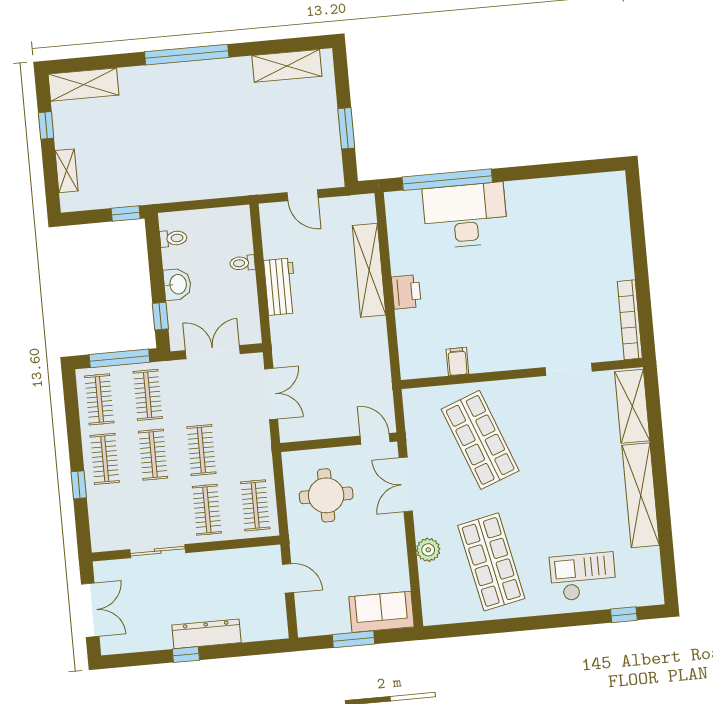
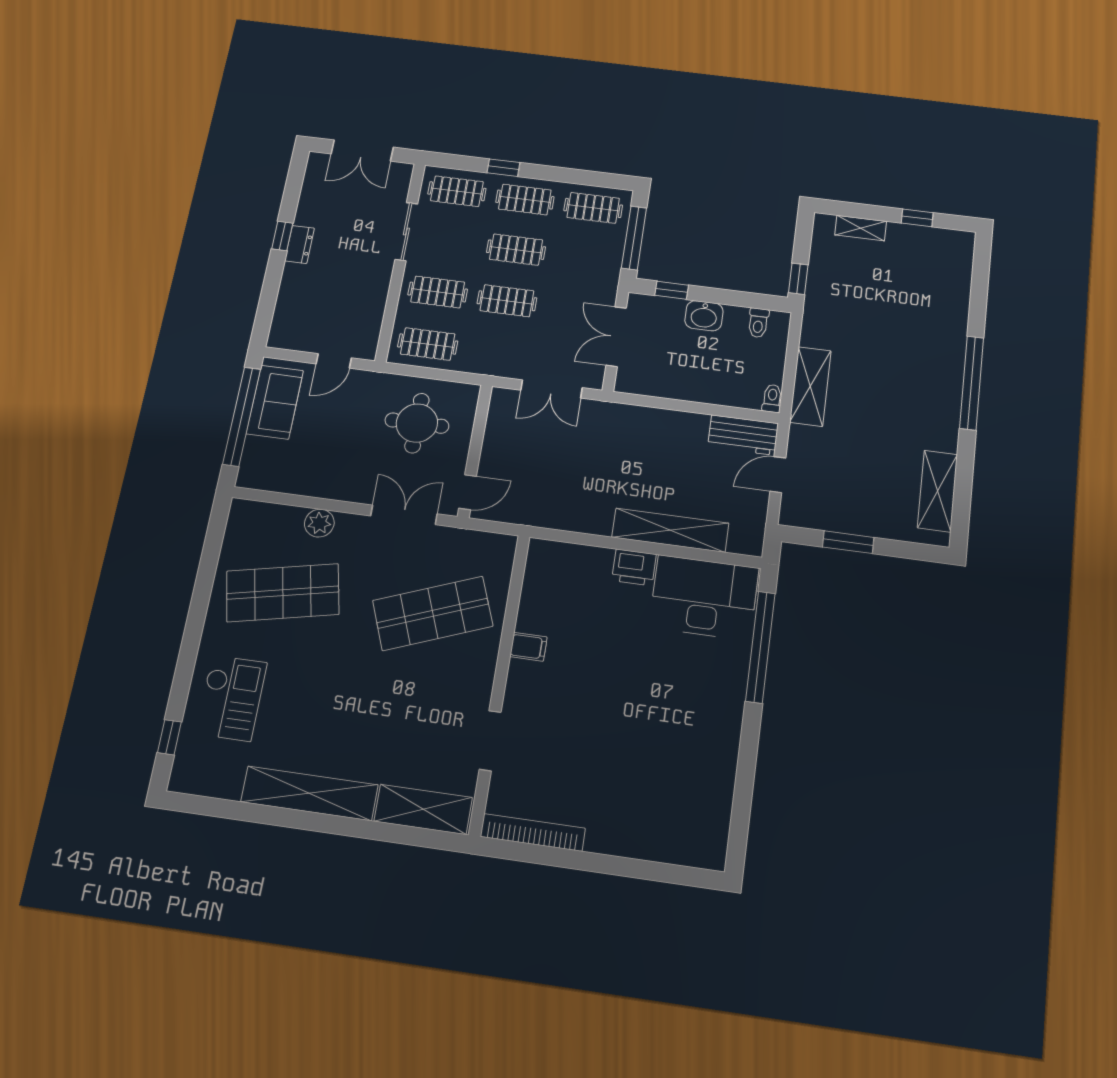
shelving: (84, 85) -> (810, 386), moved
desk: (465, 215) -> (704, 597), moved, turned -90
toilet: (242, 263) -> (772, 398), moved
workbench: (280, 287) -> (743, 435), moved
double door: (213, 352) -> (616, 337), swing flipped
filing cabinet: (457, 361) -> (528, 647), moved
clothes rail: (148, 395) -> (457, 191), moved
sofa: (381, 612) -> (275, 402), moved
dresser: (207, 634) -> (299, 244), width x0.51, depth x0.80
window: (354, 639) -> (242, 416), width x2.11

